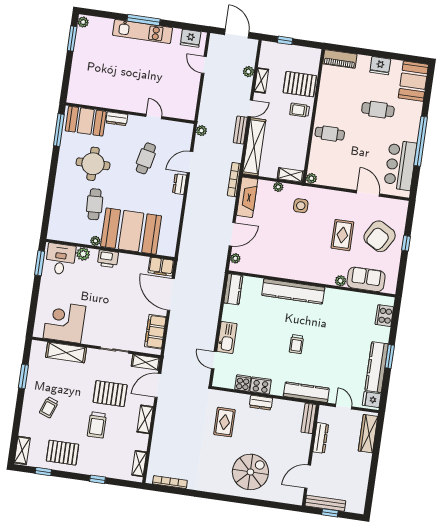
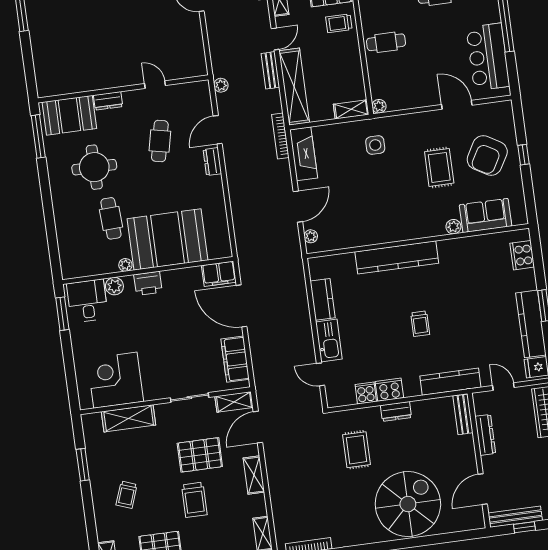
plant: (278, 187) -> (340, 129), removed
kitchen counter: (233, 289) -> (323, 299), moved
spiral stairs: (250, 472) -> (408, 504), width x1.37, depth x1.37

